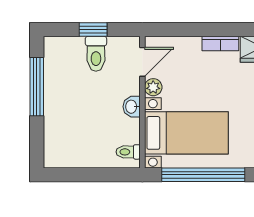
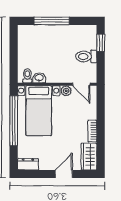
window: (93, 30) -> (101, 43), moved
window: (37, 87) -> (52, 21), moved
washbasin: (132, 107) -> (39, 78), moved

